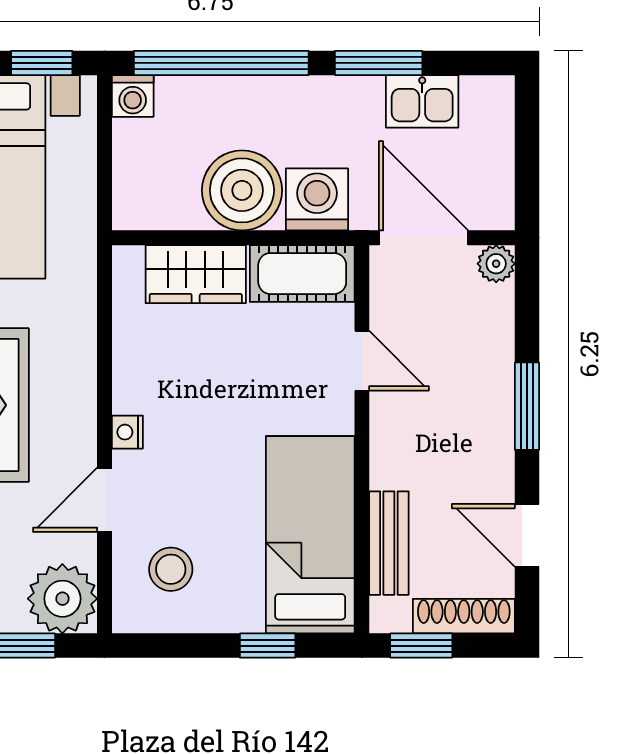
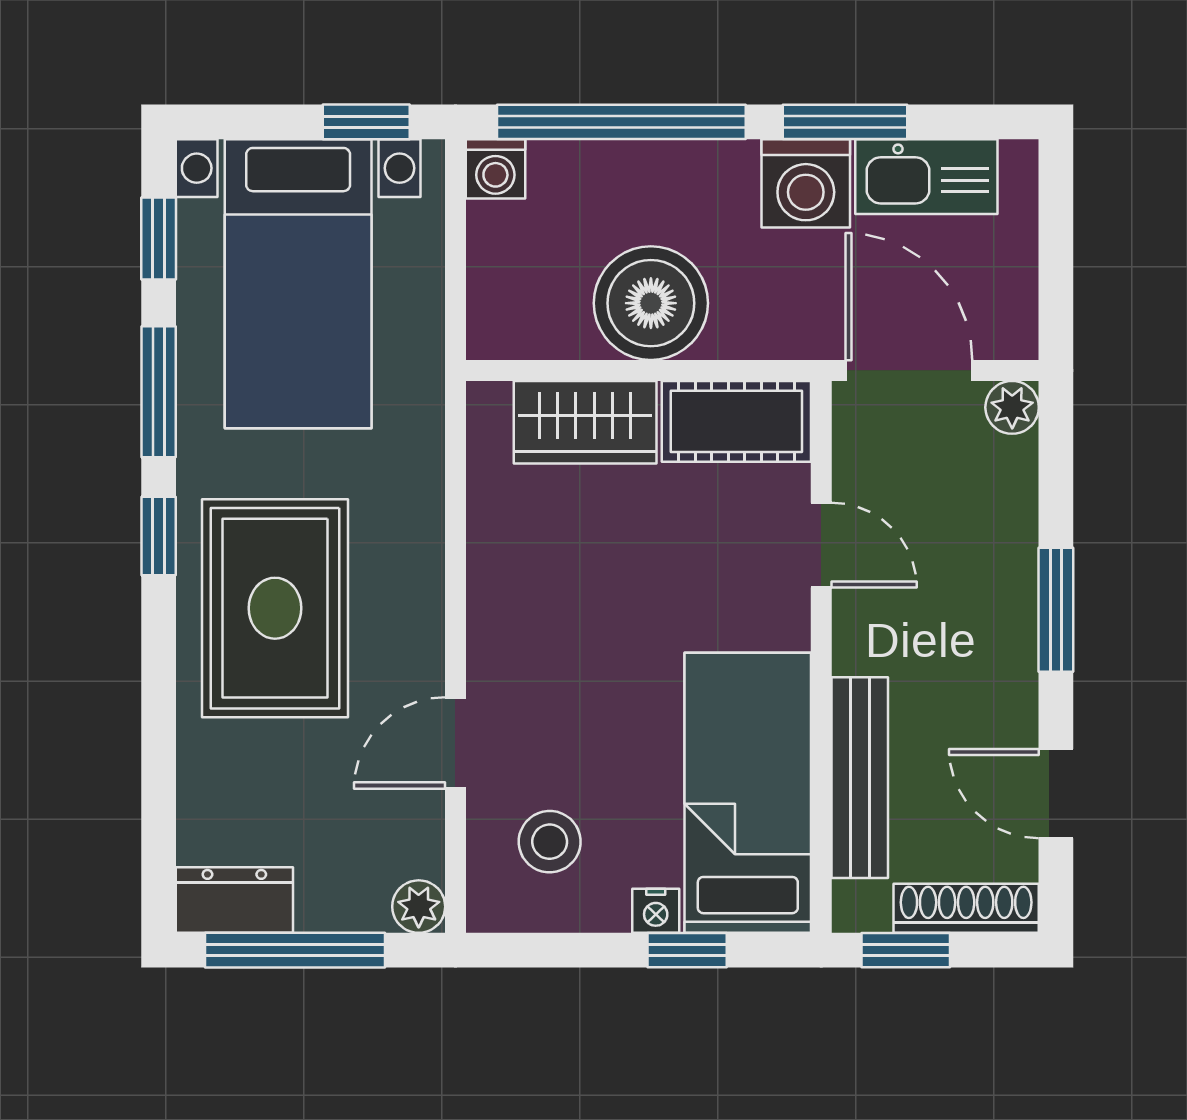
kitchen sink: (422, 101) -> (926, 177), width x1.38
washing machine: (317, 199) -> (806, 183), moved, turned 180
nightstand: (127, 432) -> (656, 911), moved, turned -90
bench: (389, 543) -> (860, 778), width x1.36
plant: (62, 599) -> (419, 907), width x0.53, depth x0.53

